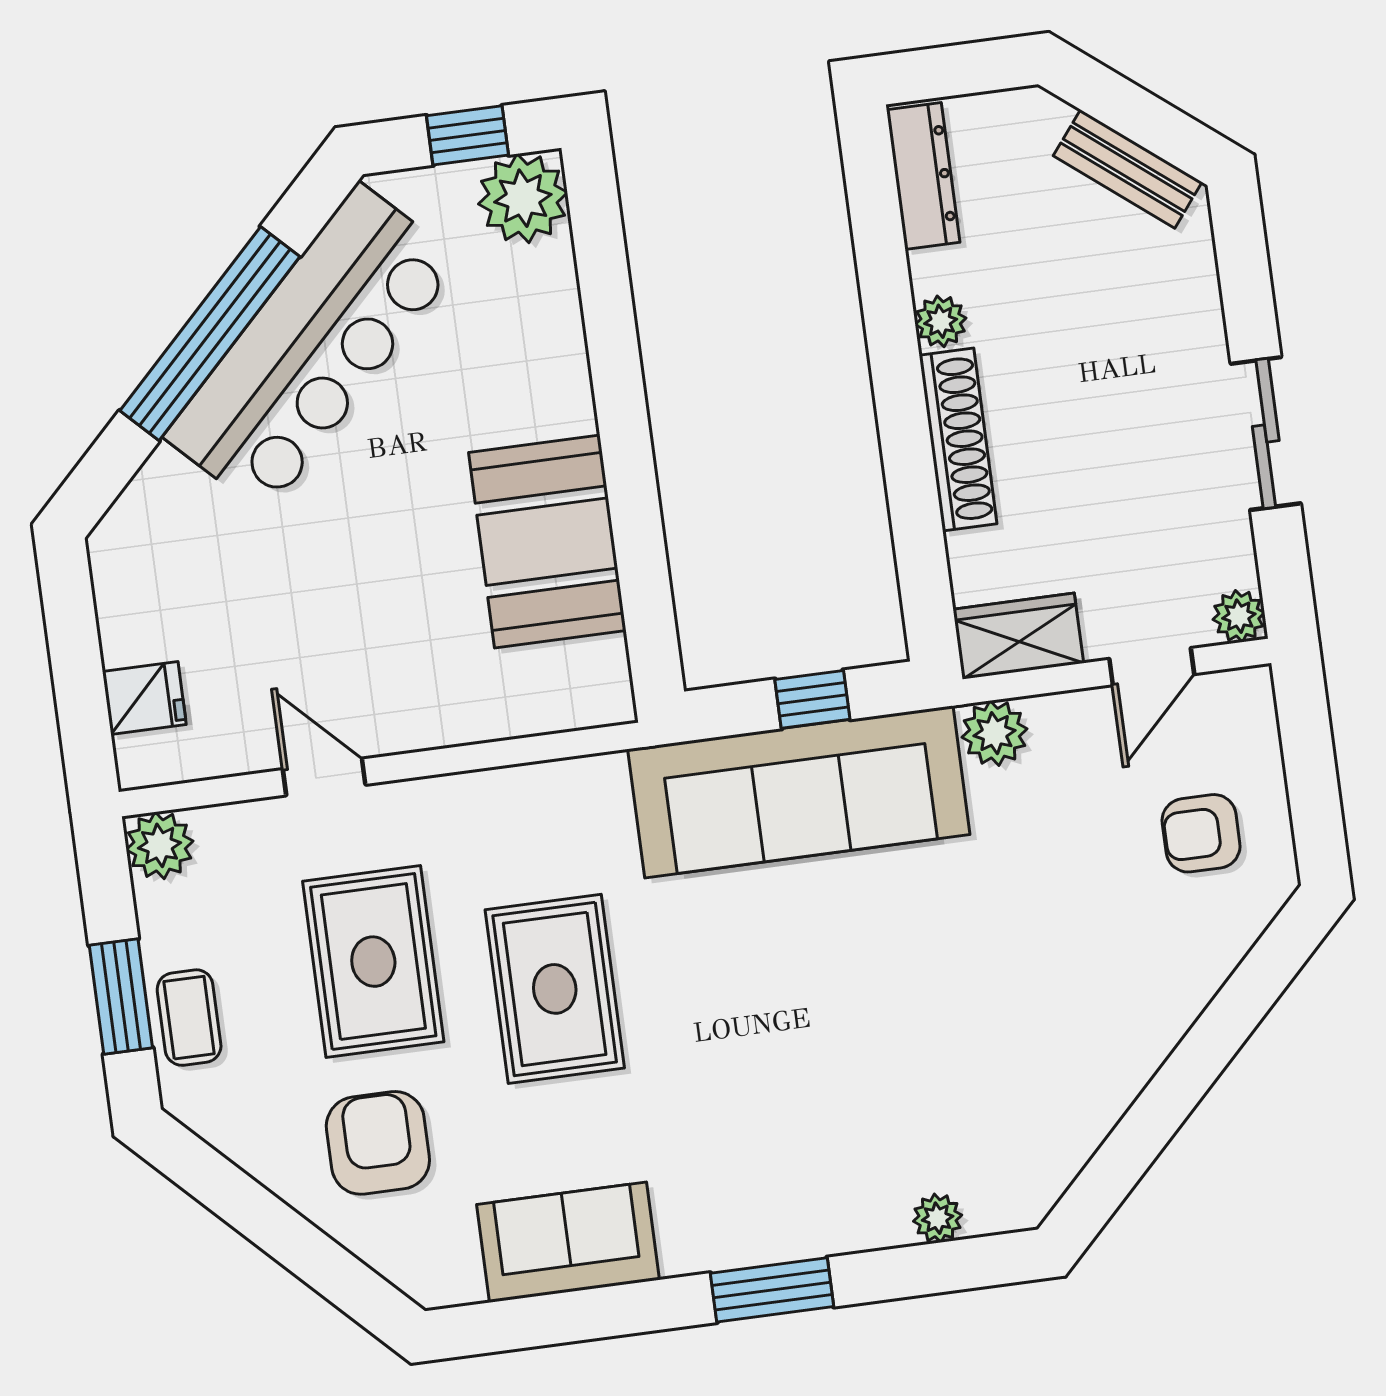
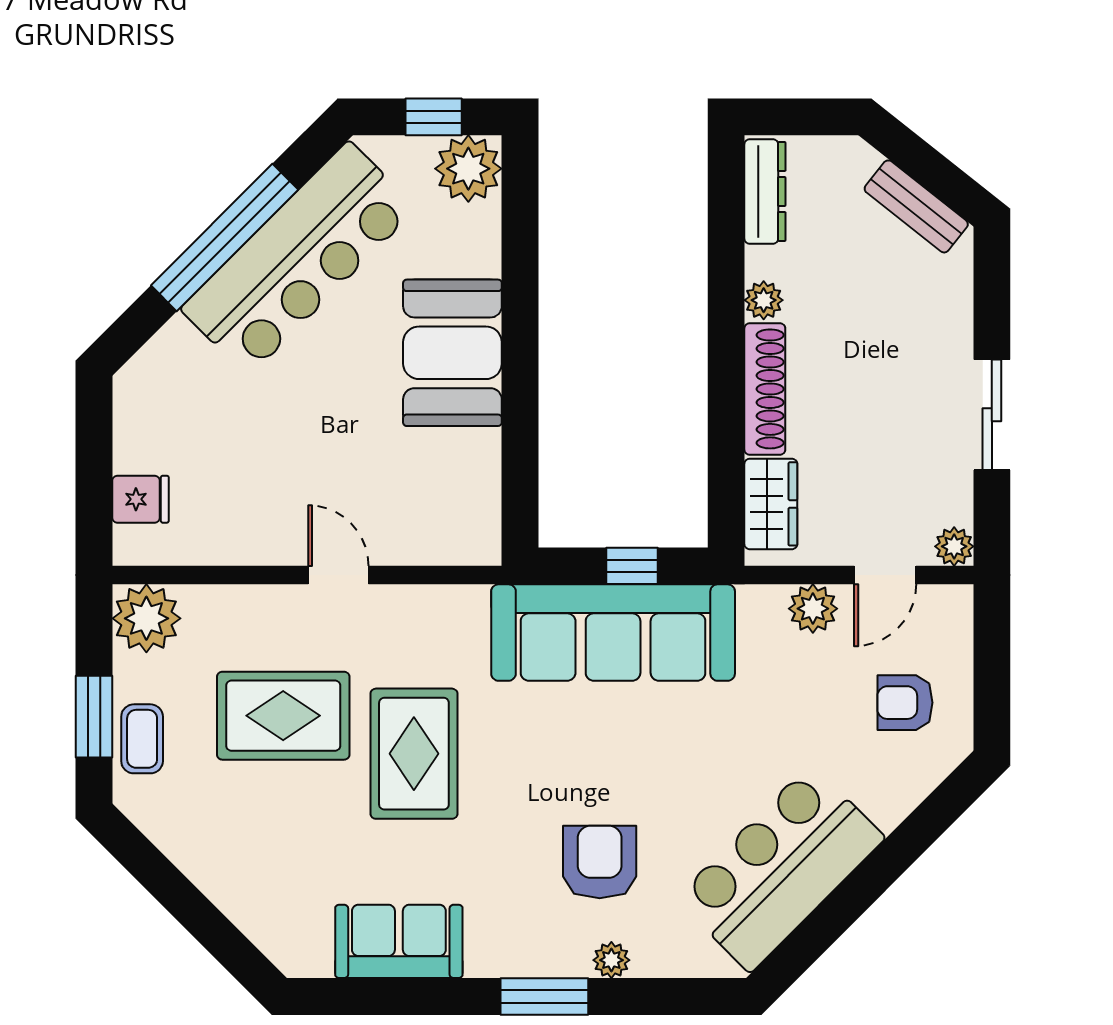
booth: (547, 542) -> (452, 353), moved
wardrobe: (1018, 636) -> (771, 504), moved, turned 90
plant: (995, 733) -> (813, 609), moved
door: (324, 777) -> (338, 575), moved
plant: (160, 845) -> (146, 618), width x1.36, depth x1.36
rug: (373, 962) -> (283, 716), turned 90
bar counter: (1064, 1076) -> (780, 868), added
armchair: (378, 1143) -> (600, 862), moved
plant: (938, 1218) -> (611, 960), moved

